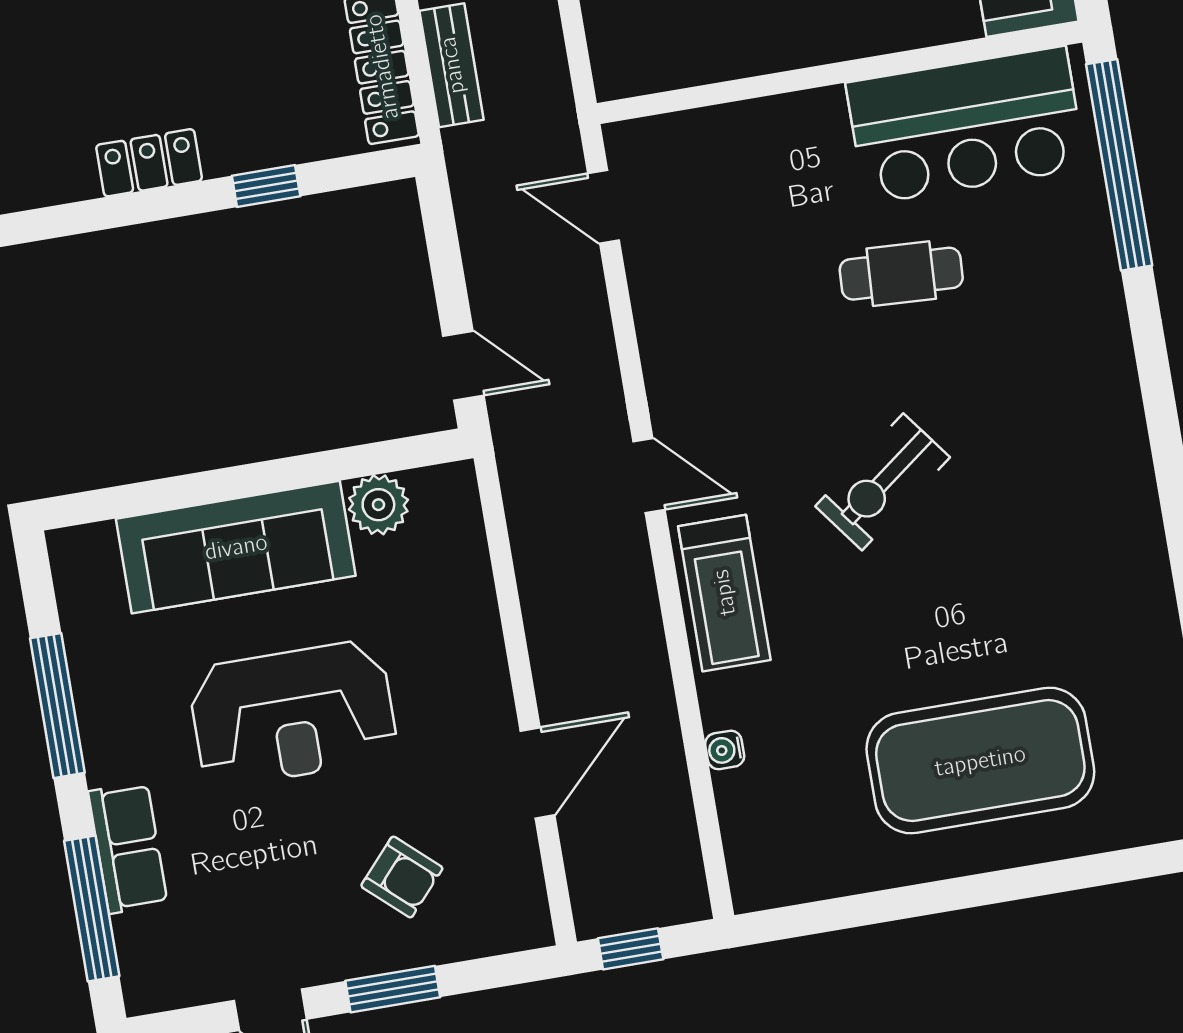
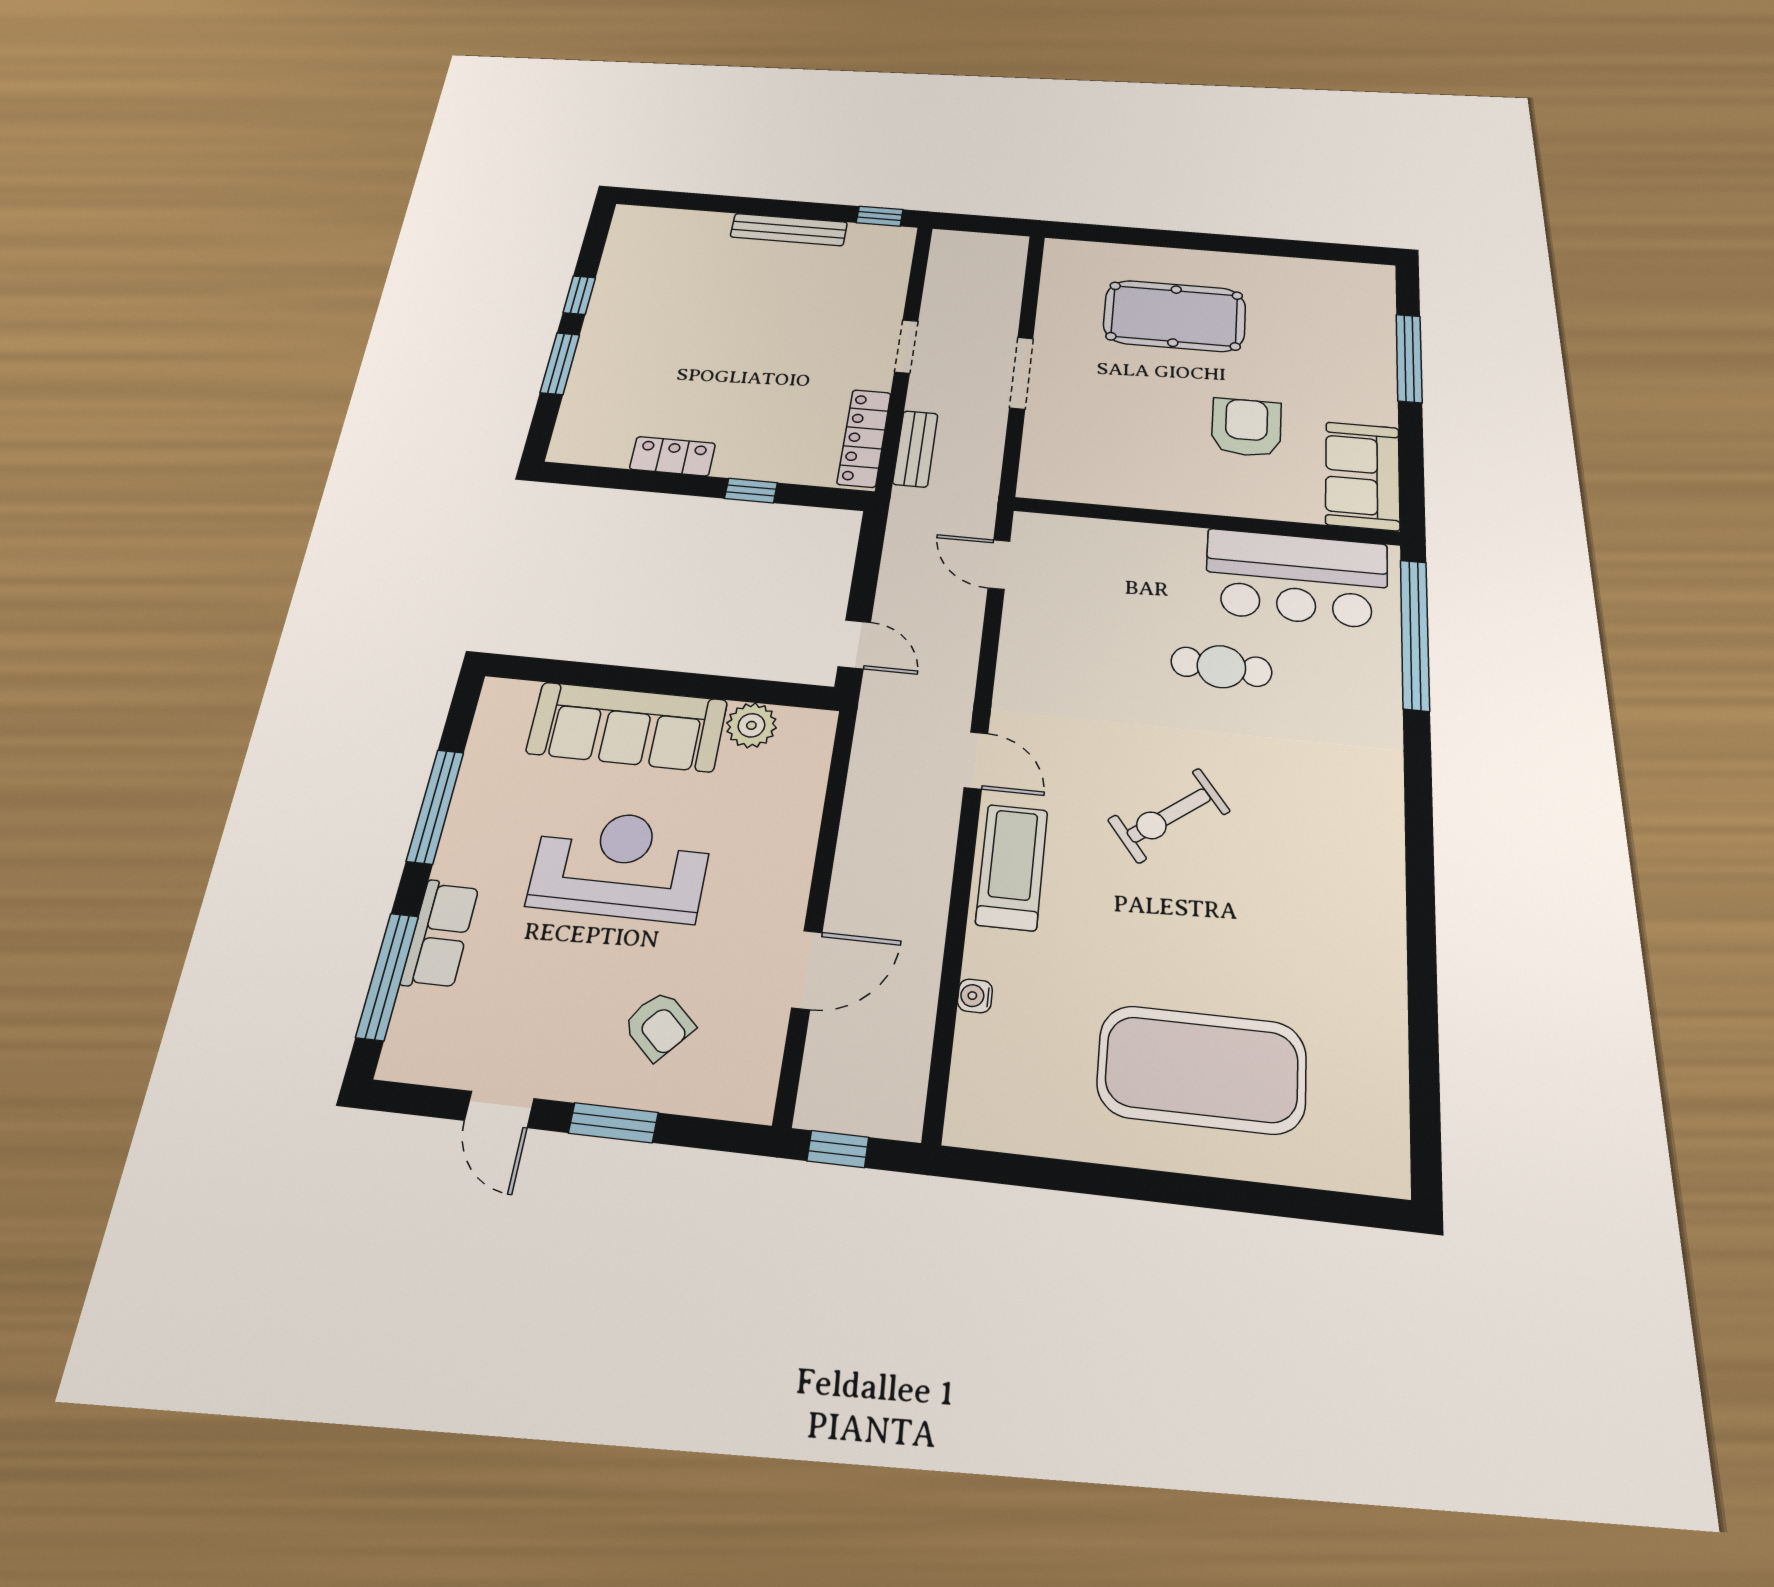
treadmill: (724, 593) -> (1012, 867), turned 180
reception desk: (293, 714) -> (621, 865), turned 180

